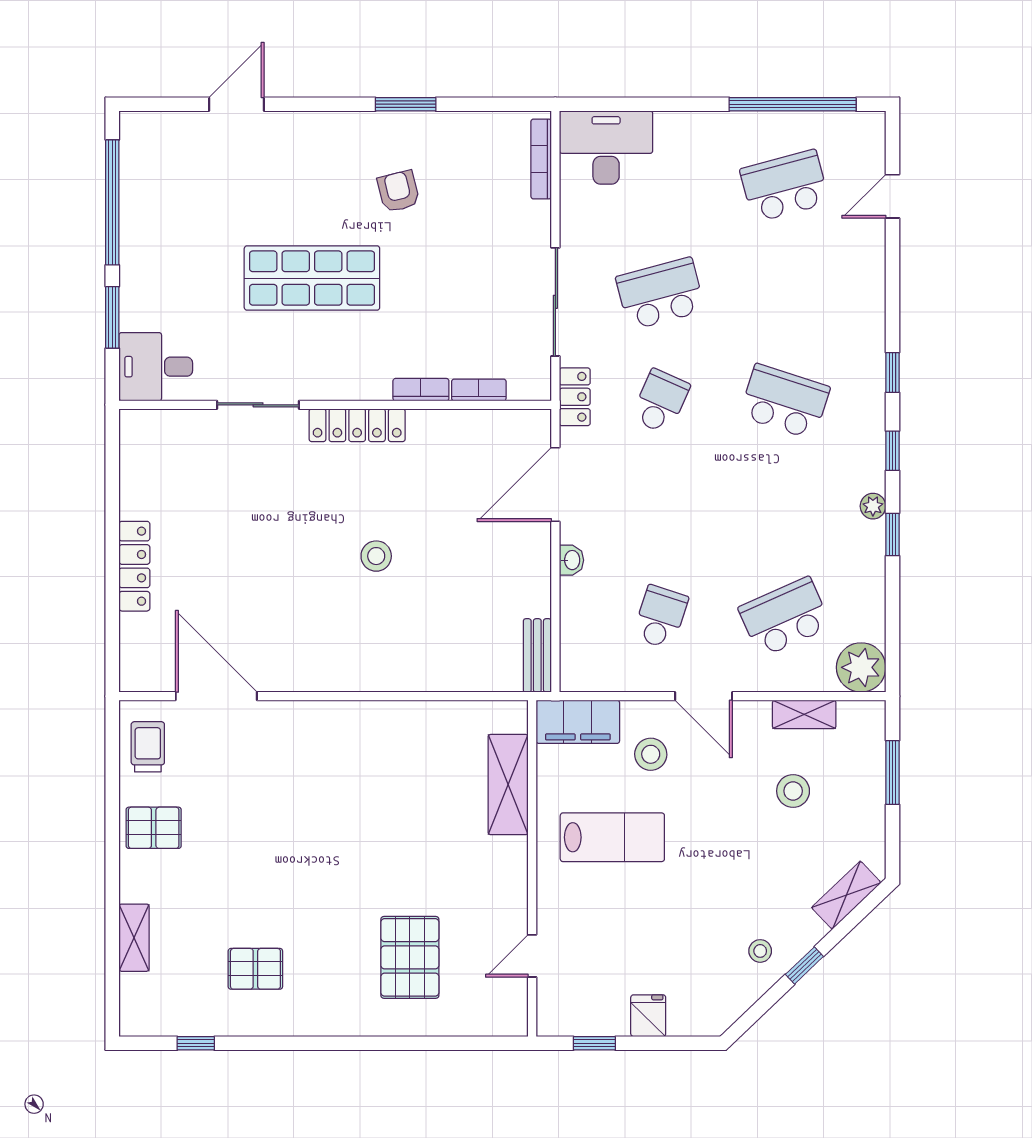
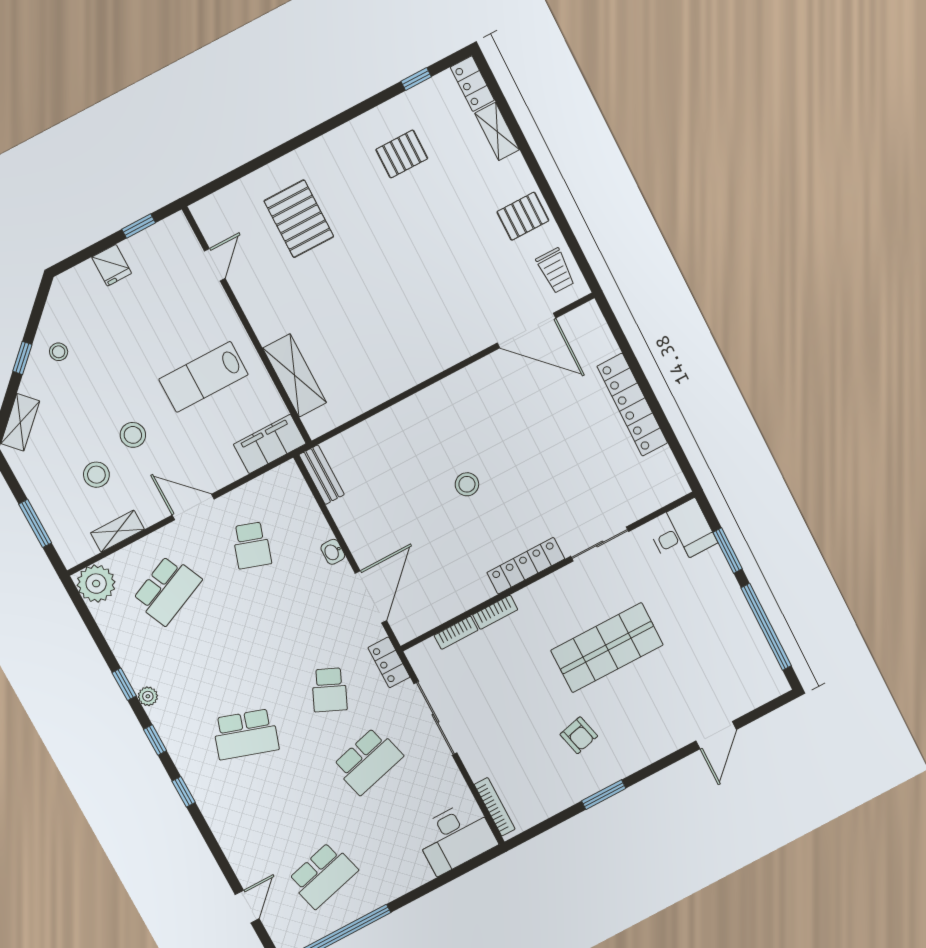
locker: (134, 566) -> (632, 405), width x1.41, depth x1.21
stool: (651, 754) -> (133, 435), moved
locker: (135, 1005) -> (472, 84), added

